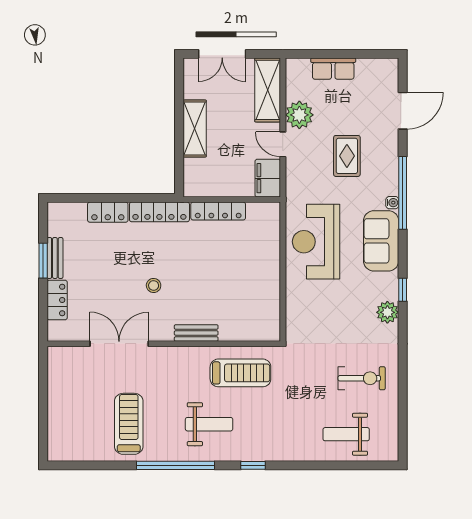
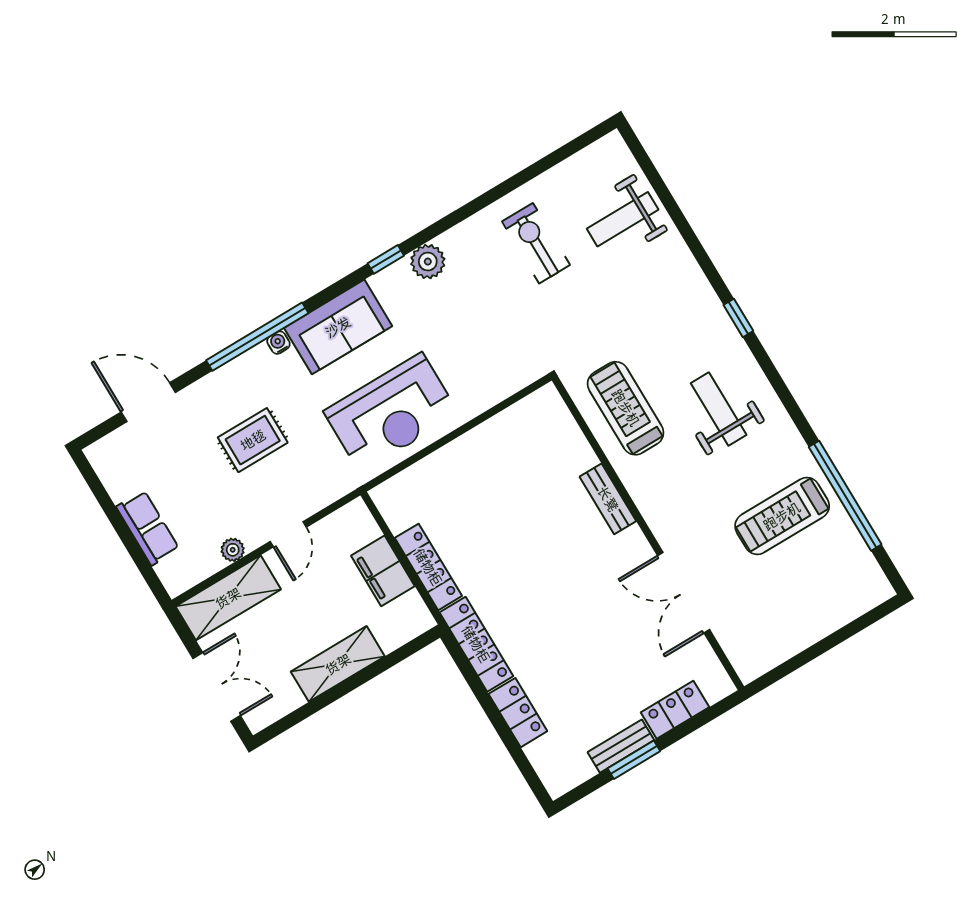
plant: (299, 115) -> (233, 550), width x0.53, depth x0.53
filing cabinet: (268, 178) -> (383, 571), moved, turned 90
stool: (154, 285) -> (579, 593), removed
weight bench: (346, 434) -> (623, 219), turned 90
window: (176, 465) -> (845, 496), moved

